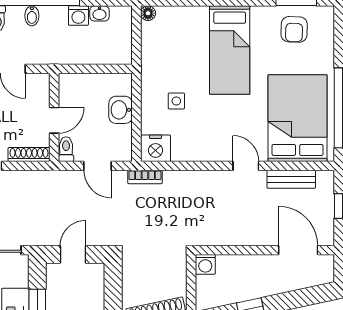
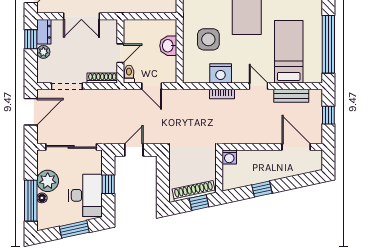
side table: (176, 101) -> (208, 39), width x1.87, depth x1.87
bed: (298, 118) -> (289, 52), width x0.67
nightstand: (155, 148) -> (221, 73), moved
bookcase: (145, 177) -> (222, 94), moved

